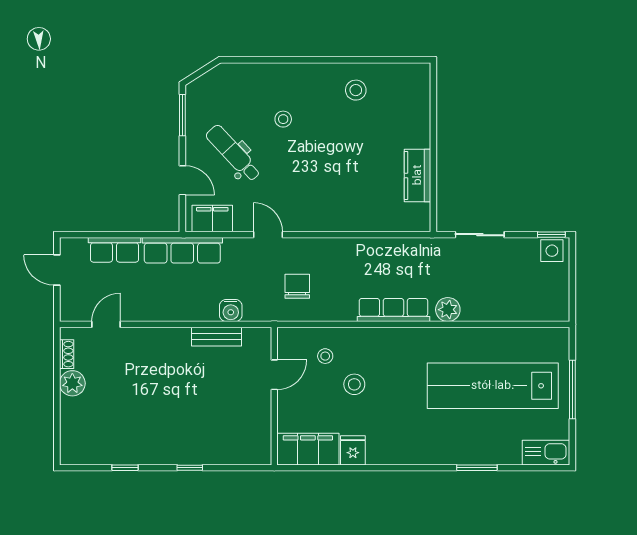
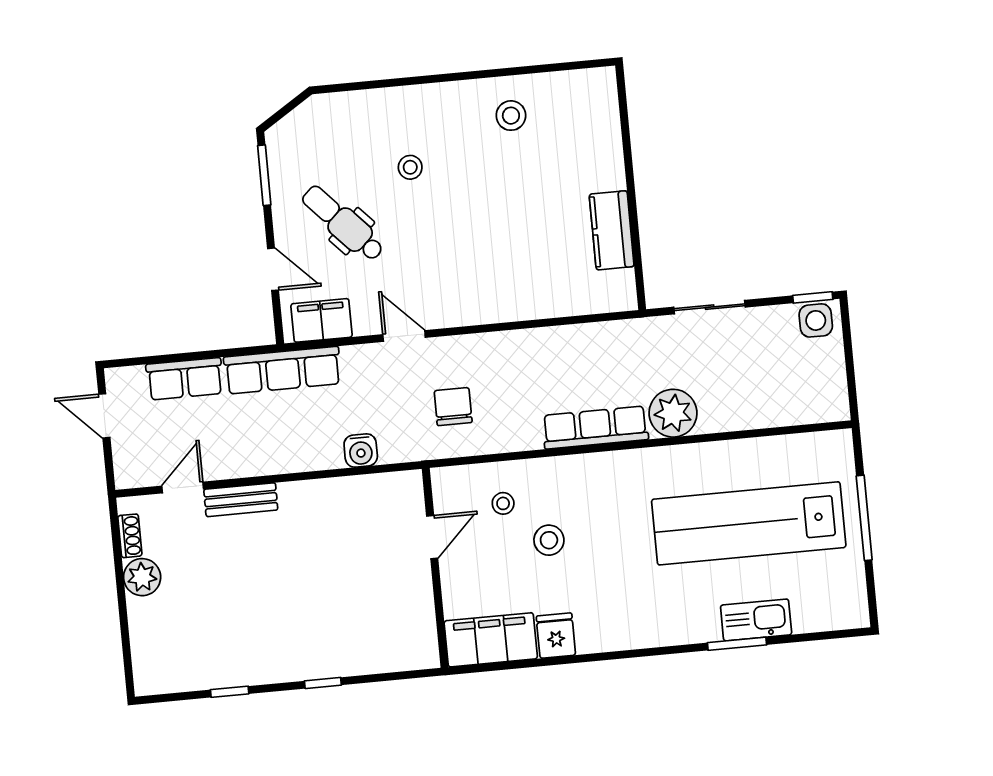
plant: (448, 310) -> (673, 413), width x1.36, depth x1.36
bench: (216, 337) -> (241, 500), moved
kitchen sink: (546, 453) -> (756, 620), moved

